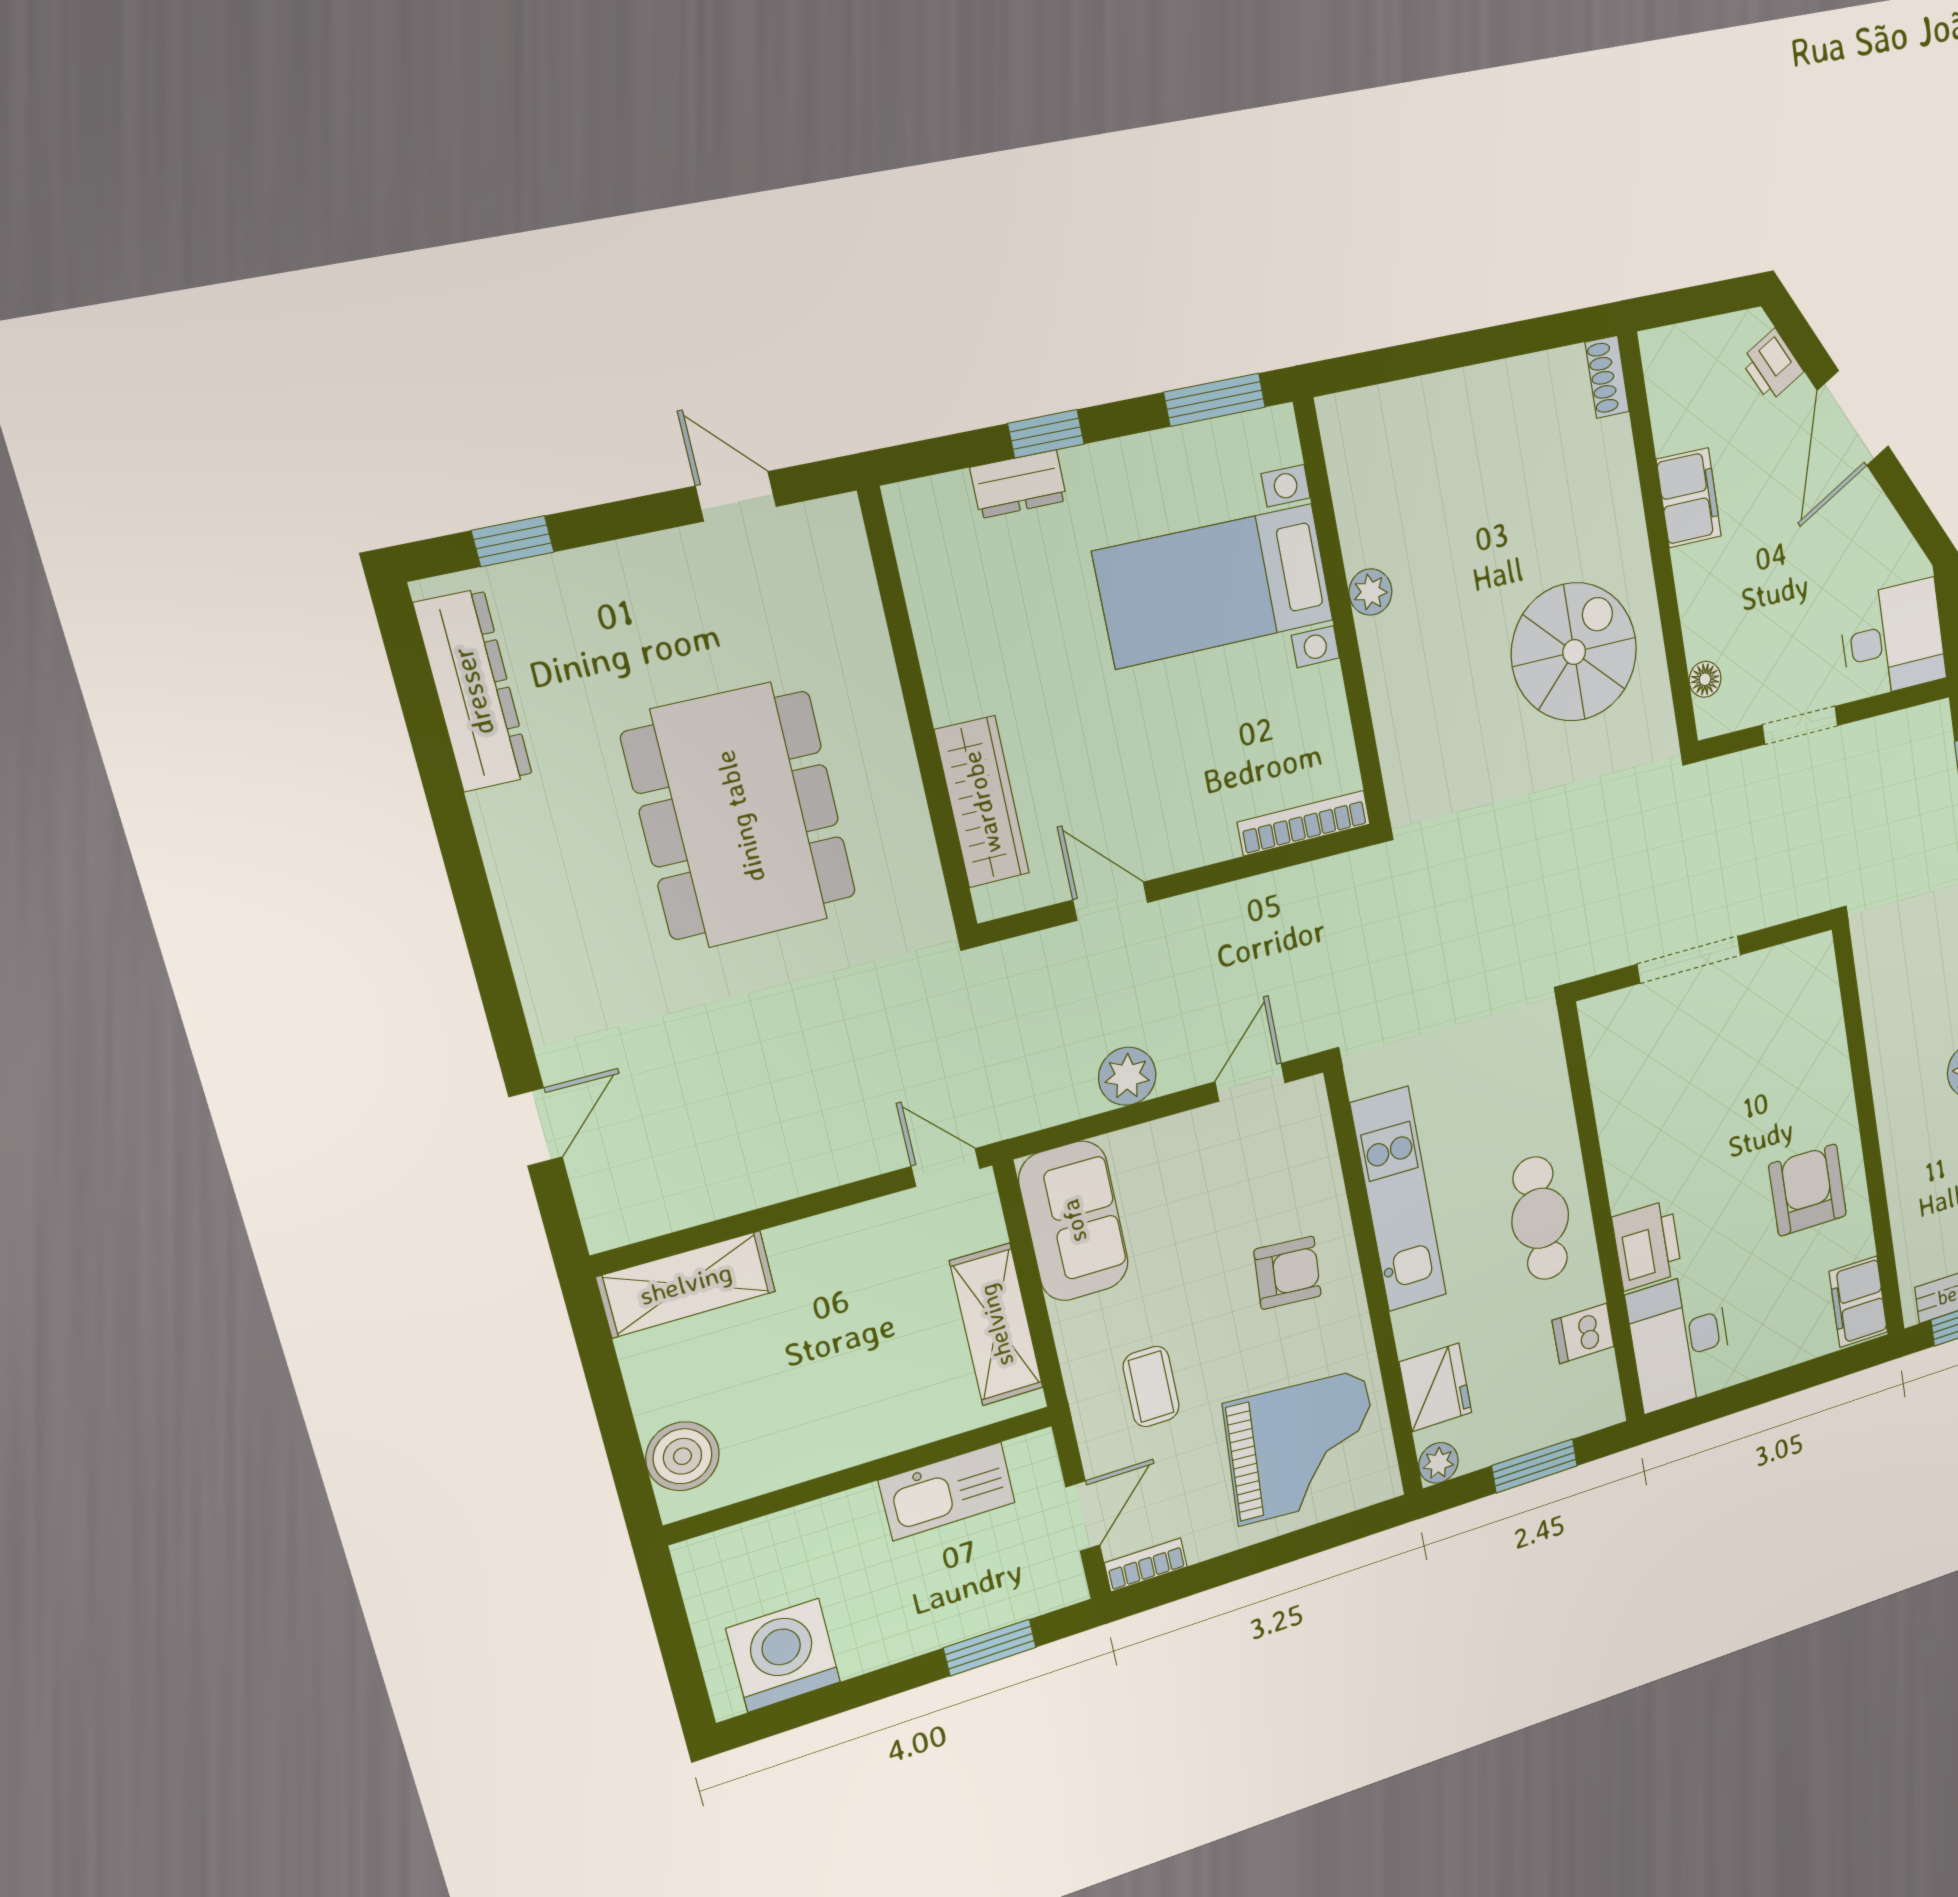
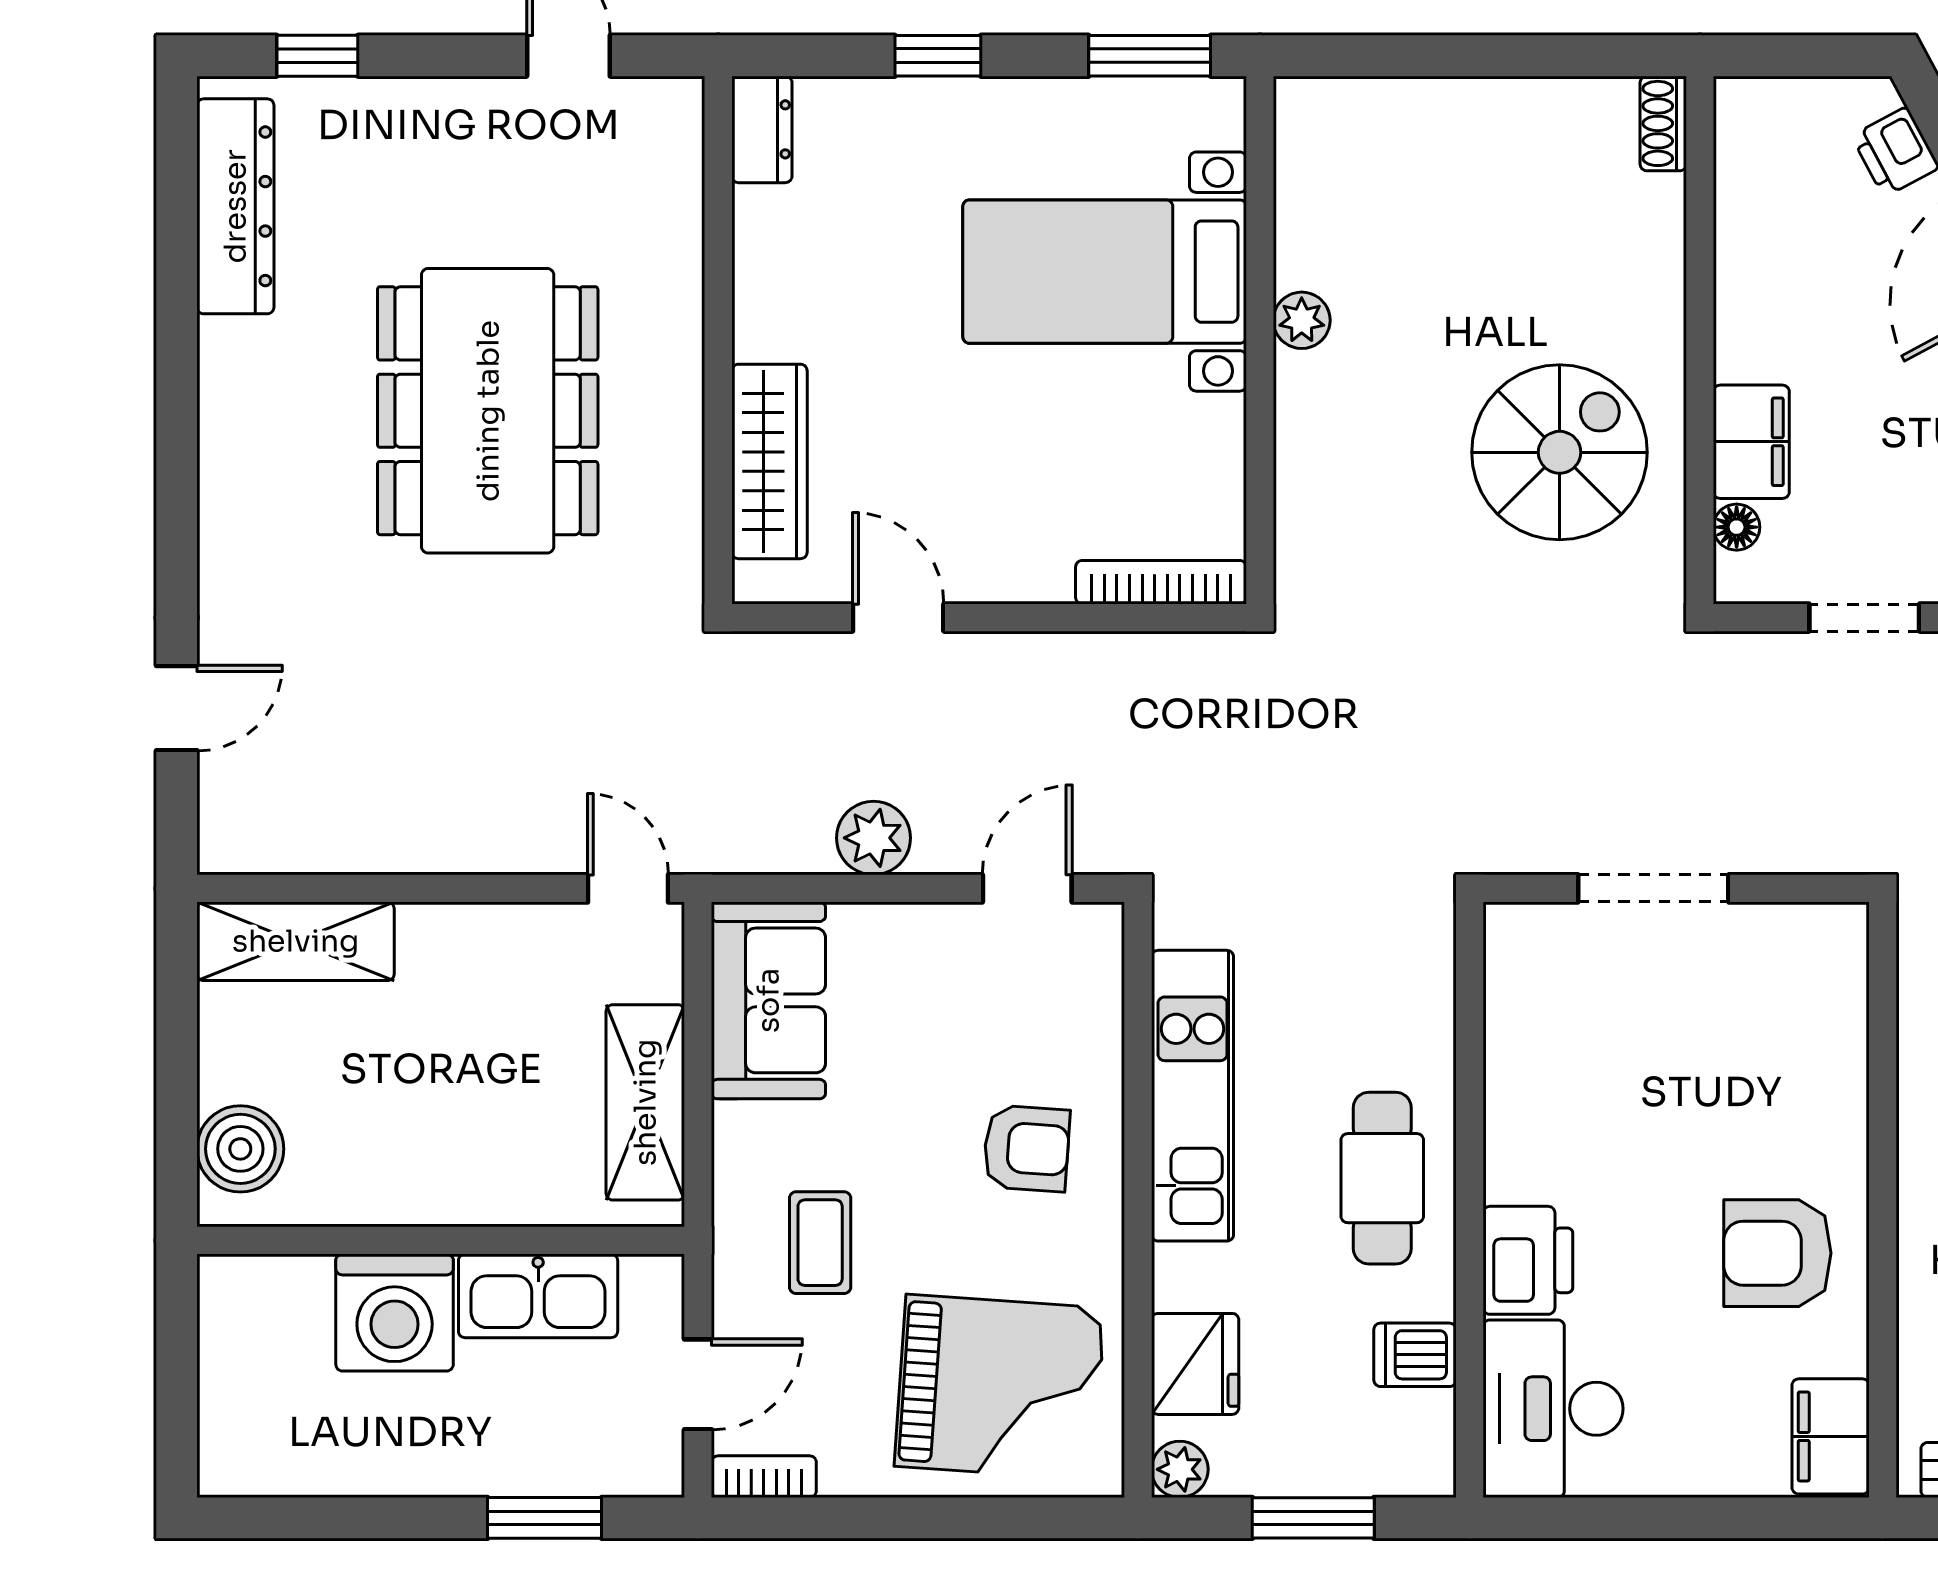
dresser: (1018, 484) -> (762, 129), moved, turned -90
filing cabinet: (1689, 498) -> (1751, 442), moved
armchair: (1808, 1190) -> (1777, 1253), turned -90
washing machine: (783, 1655) -> (395, 1313), moved, turned 180

